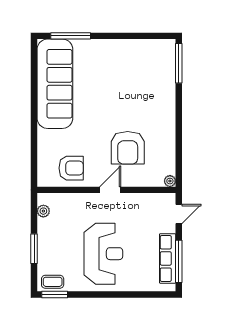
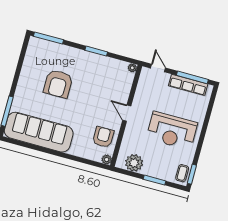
window: (179, 129) -> (96, 51), added
armchair: (128, 148) -> (58, 84), moved, turned 90
plant: (44, 180) -> (107, 159), added
plant: (43, 211) -> (134, 163), width x1.87, depth x1.87
reception desk: (103, 254) -> (172, 131), turned 180

